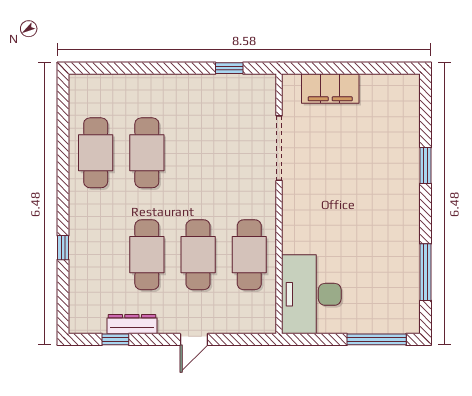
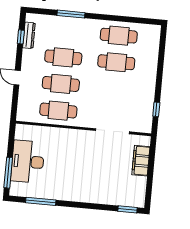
window: (426, 165) -> (128, 209), moved
window: (63, 248) -> (71, 14), width x2.17
desk: (311, 294) -> (28, 162), moved, turned -90
dresser: (132, 324) -> (29, 35), moved

